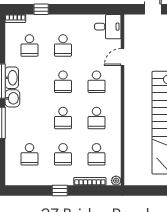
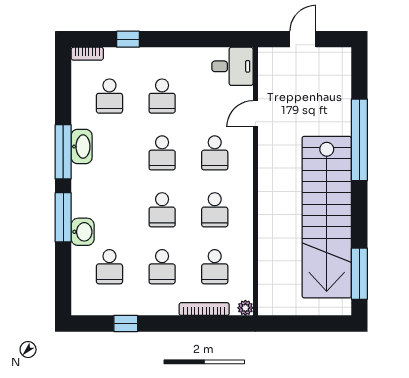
washbasin: (12, 98) -> (83, 232), moved
window: (60, 191) -> (126, 324), moved

